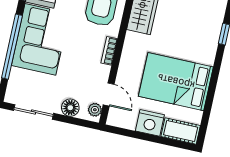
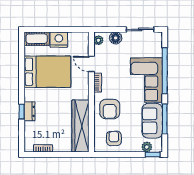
dresser: (213, 32) -> (29, 111), added
door: (109, 95) -> (91, 64), moved

